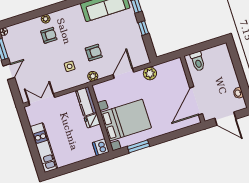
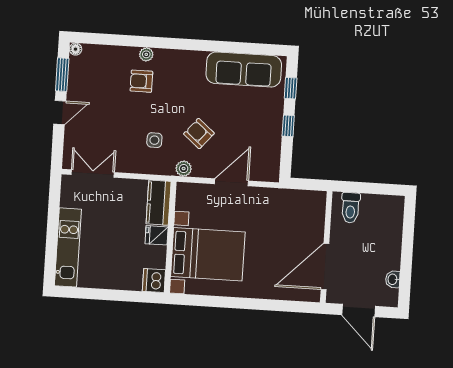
armchair: (49, 35) -> (141, 81), turned 180
armchair: (94, 53) -> (199, 134), turned -140
plant: (150, 73) -> (271, 198), removed
window: (138, 146) -> (211, 301), removed

